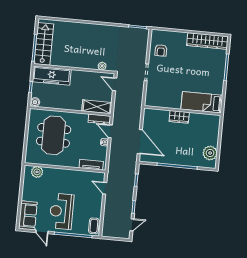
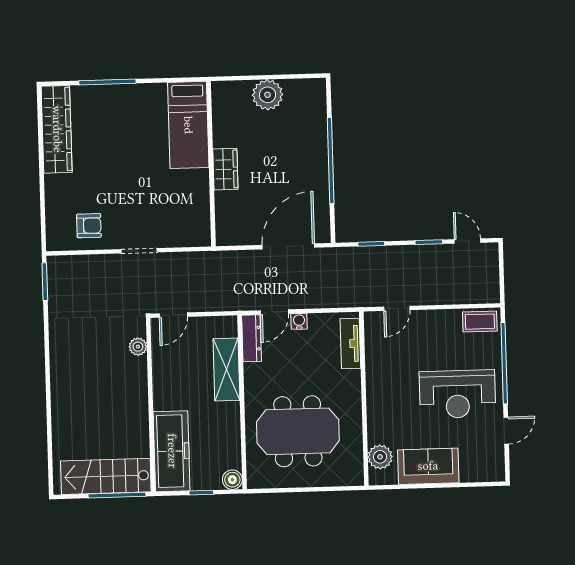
shelving: (97, 107) -> (226, 370), moved
plant: (210, 153) -> (267, 95), moved
sofa: (28, 215) -> (428, 466), moved

